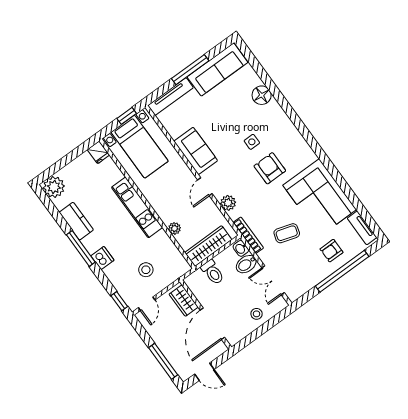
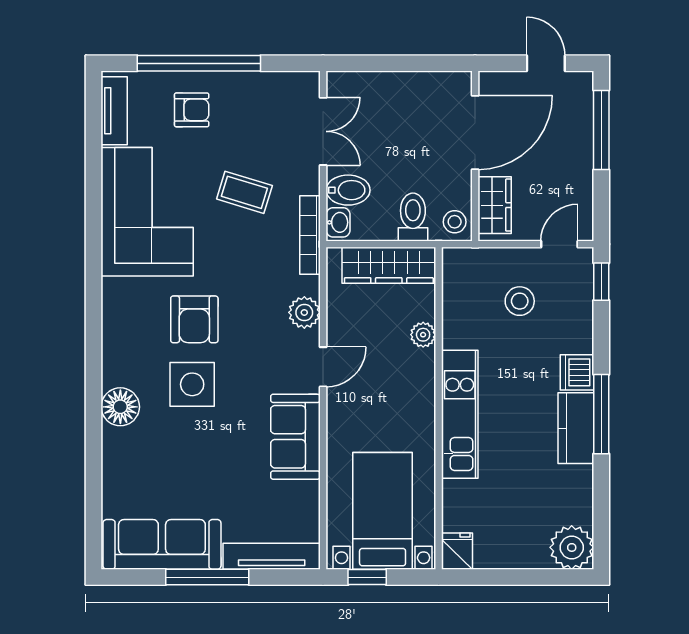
floor lamp: (262, 95) -> (120, 407), moved
side table: (252, 142) -> (192, 384), width x1.87, depth x1.87
kitchen counter: (76, 221) -> (576, 428), moved
stool: (257, 314) -> (455, 222), moved

